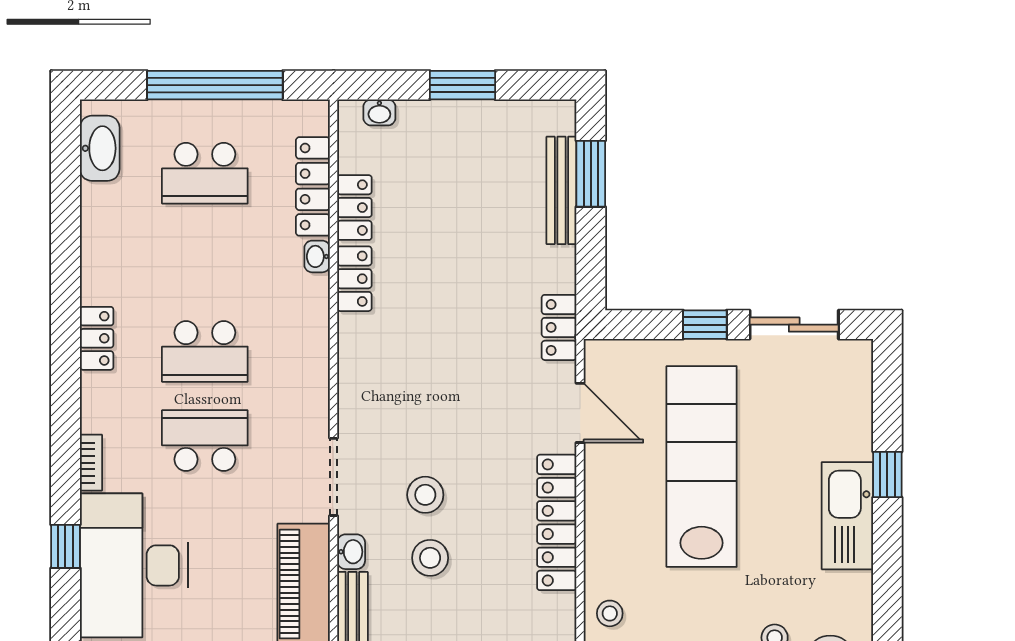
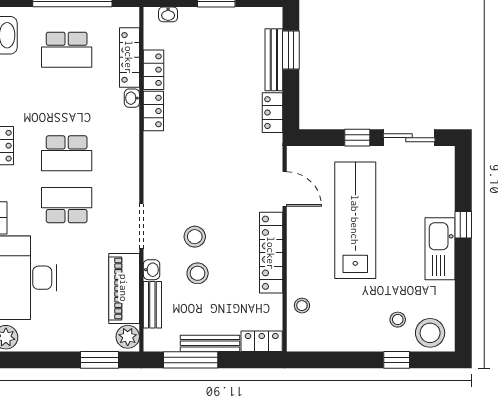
locker: (559, 327) -> (272, 113), moved

